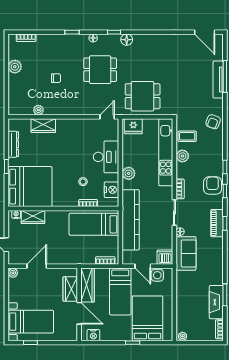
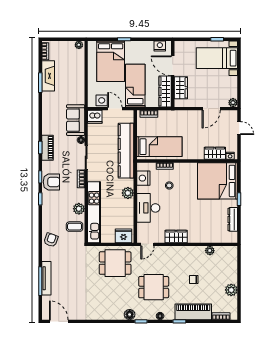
piano: (57, 43) -> (193, 312), added
wardrobe: (43, 126) -> (176, 236), moved
armchair: (213, 185) -> (51, 182), turned -90

